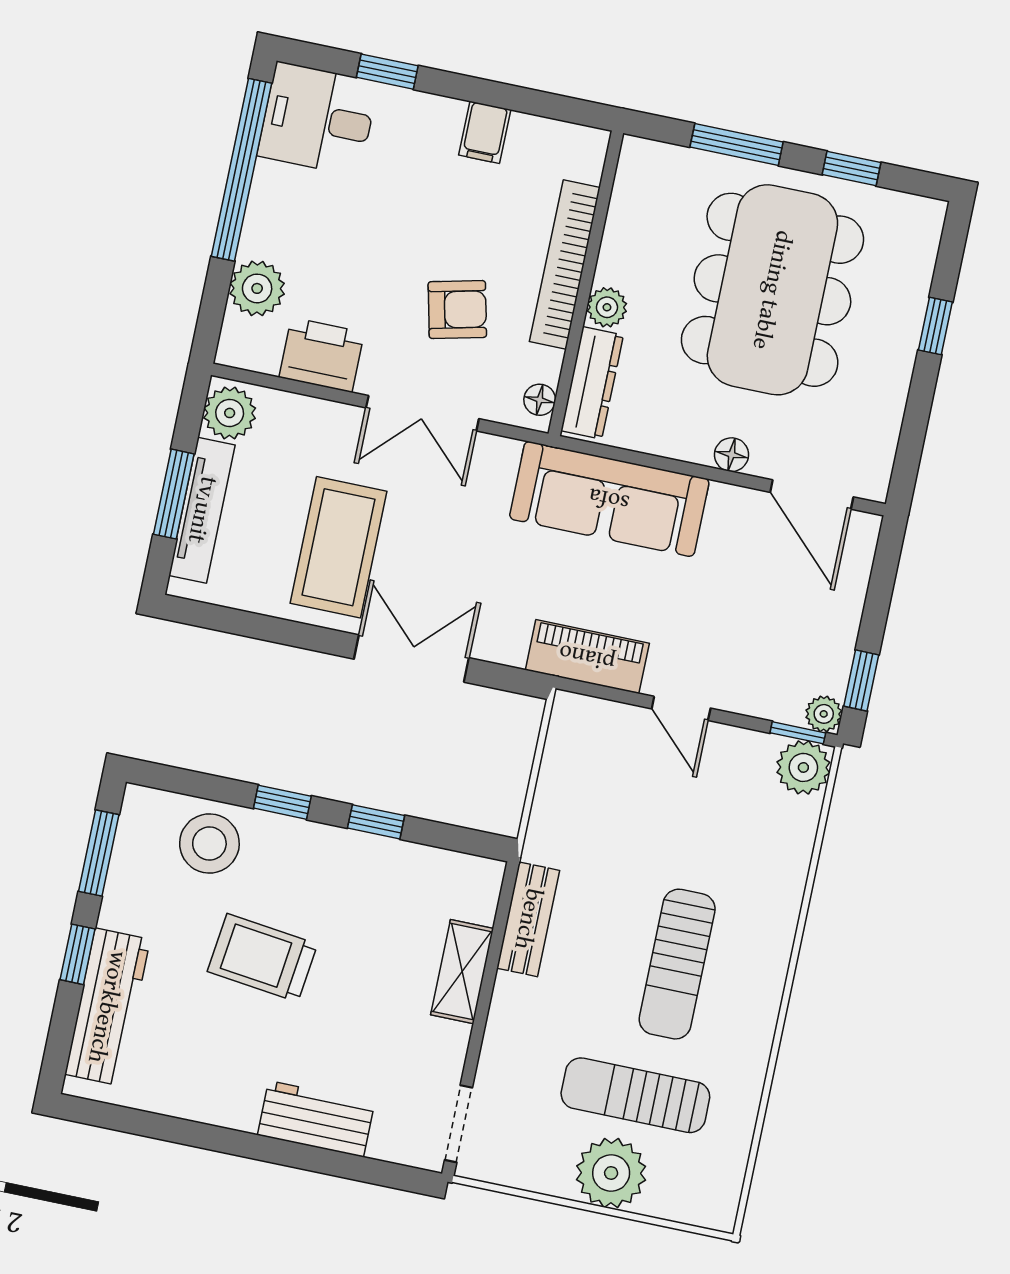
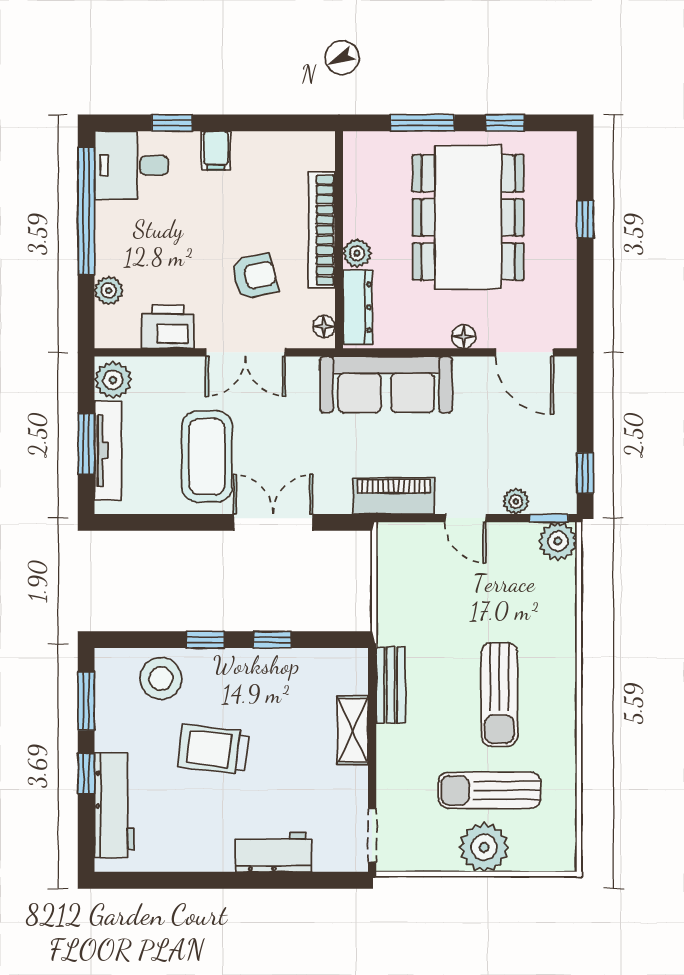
filing cabinet: (485, 132) -> (216, 151), moved
plant: (257, 288) -> (109, 290), width x0.73, depth x0.73
plant: (824, 714) -> (516, 501), moved

